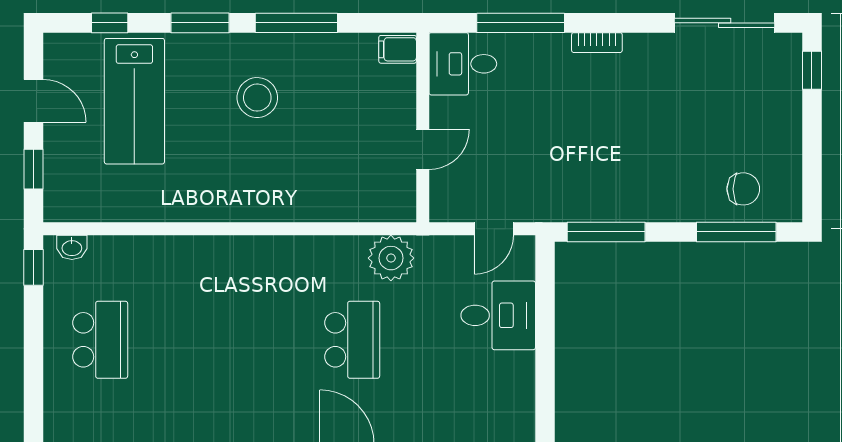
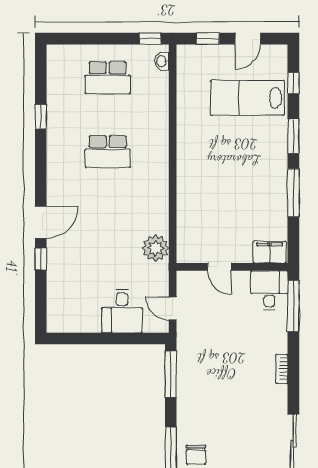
window: (521, 23) -> (293, 306), moved
filing cabinet: (398, 49) -> (270, 252), width x2.00
stool: (257, 98) -> (250, 170), removed
school desk: (352, 340) -> (108, 152), moved

